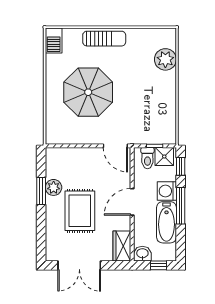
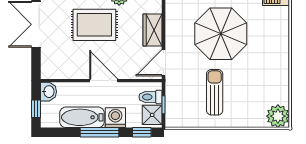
sun lounger: (104, 39) -> (215, 92), moved, turned 180
plant: (165, 59) -> (278, 116), moved
wardrobe: (122, 246) -> (153, 30), moved, turned -90

